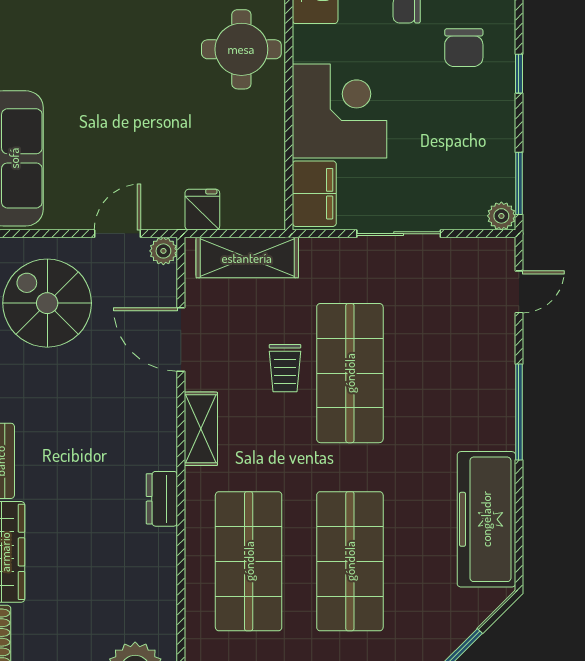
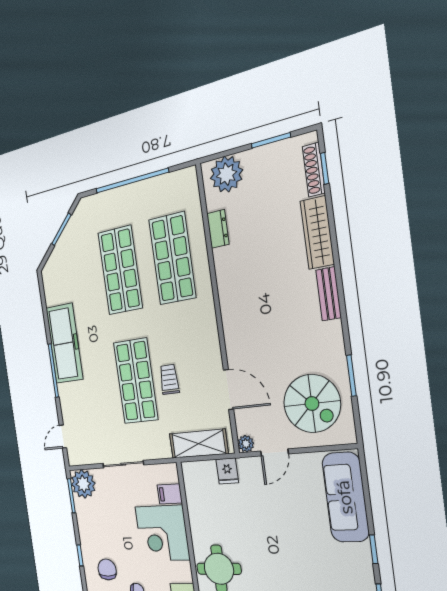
filing cabinet: (314, 194) -> (170, 494), width x0.50
plant: (501, 216) -> (83, 484), width x1.88, depth x1.88
shelving: (201, 429) -> (210, 335), removed
dresser: (162, 499) -> (218, 229), moved
freezer: (486, 519) -> (64, 343), moved

